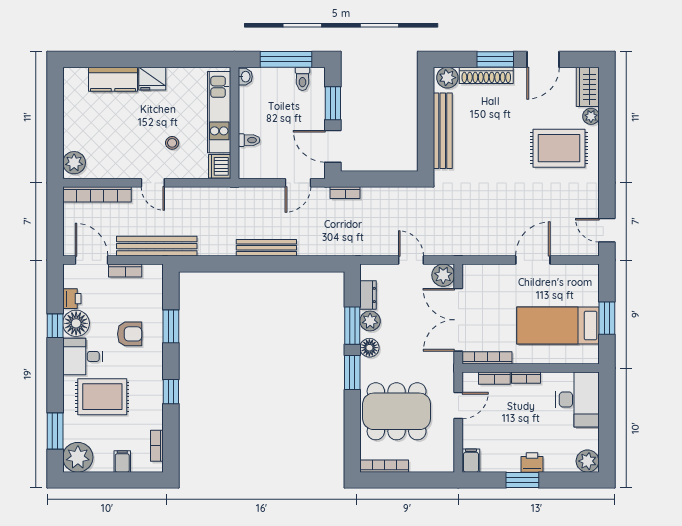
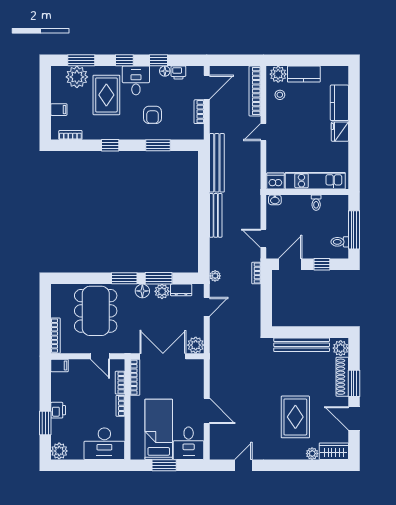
washbasin: (245, 77) -> (275, 200), moved
window: (333, 103) -> (322, 264), width x0.67
kitchen counter: (74, 128) -> (304, 74), added
toilet: (249, 140) -> (316, 203), moved
stool: (172, 143) -> (280, 95), moved
rug: (559, 148) -> (295, 417), moved
door: (607, 230) -> (243, 465), moved
bench: (157, 246) -> (217, 163), moved
plant: (349, 249) -> (215, 276), added
door: (411, 260) -> (207, 307), moved
desk: (577, 285) -> (189, 443), added
floor lamp: (76, 323) -> (165, 71), width x0.53, depth x0.53
window: (55, 372) -> (124, 60), added
plant: (78, 457) -> (77, 77), moved
bookcase: (384, 466) -> (56, 336), moved
window: (522, 480) -> (45, 423), moved

